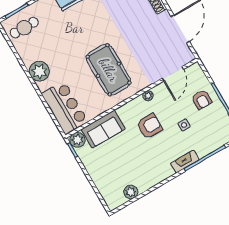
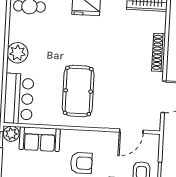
plant: (148, 96) -> (97, 136), removed

